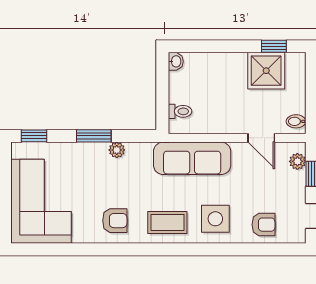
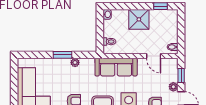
shower: (266, 71) -> (139, 19), moved
window: (34, 136) -> (30, 55), removed
plant: (297, 161) -> (173, 87), moved

